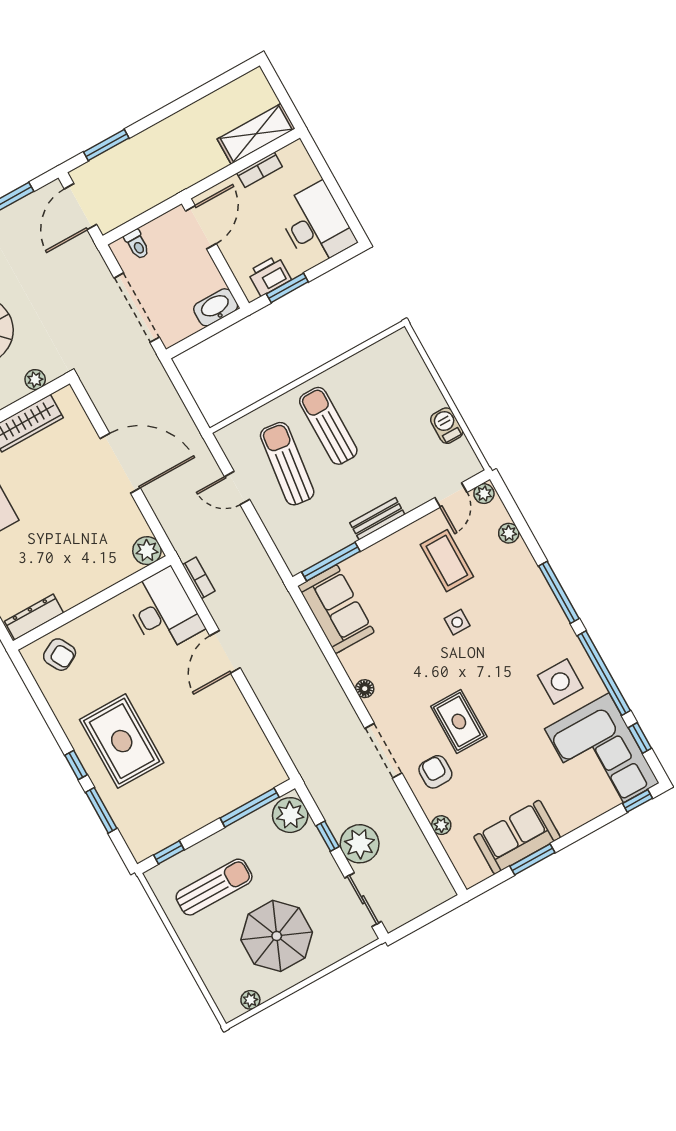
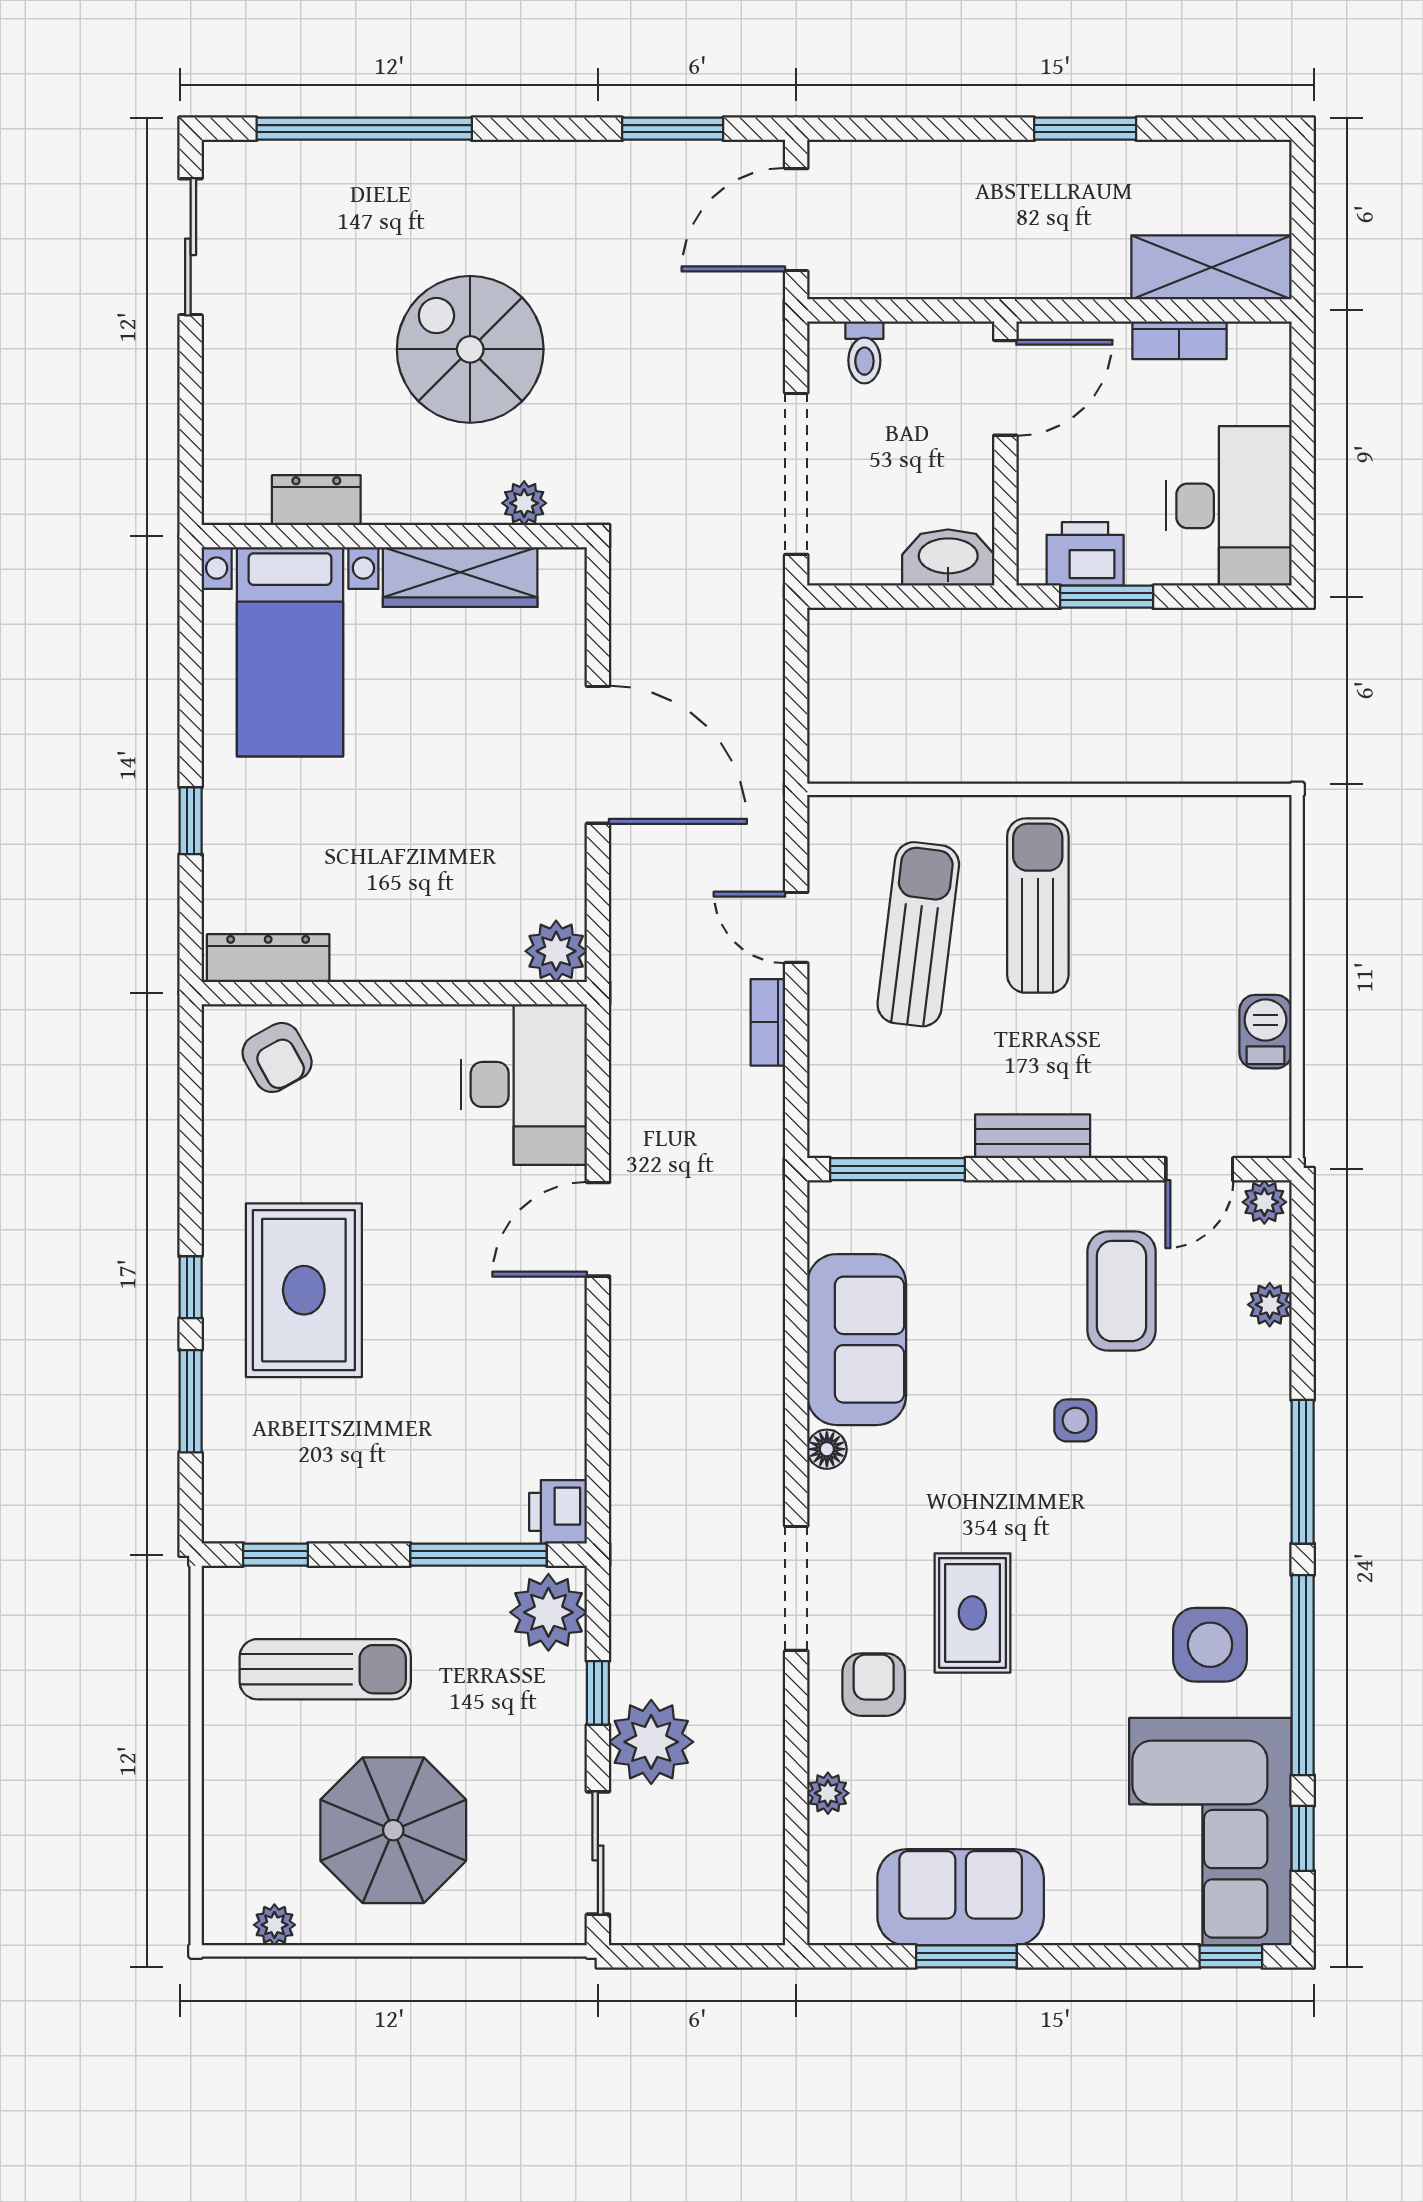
window: (106, 145) -> (1085, 129), moved
bookcase: (199, 578) -> (768, 1022), moved, turned 180
sofa: (336, 609) -> (857, 1340), moved
printer: (272, 773) -> (558, 1512), added

